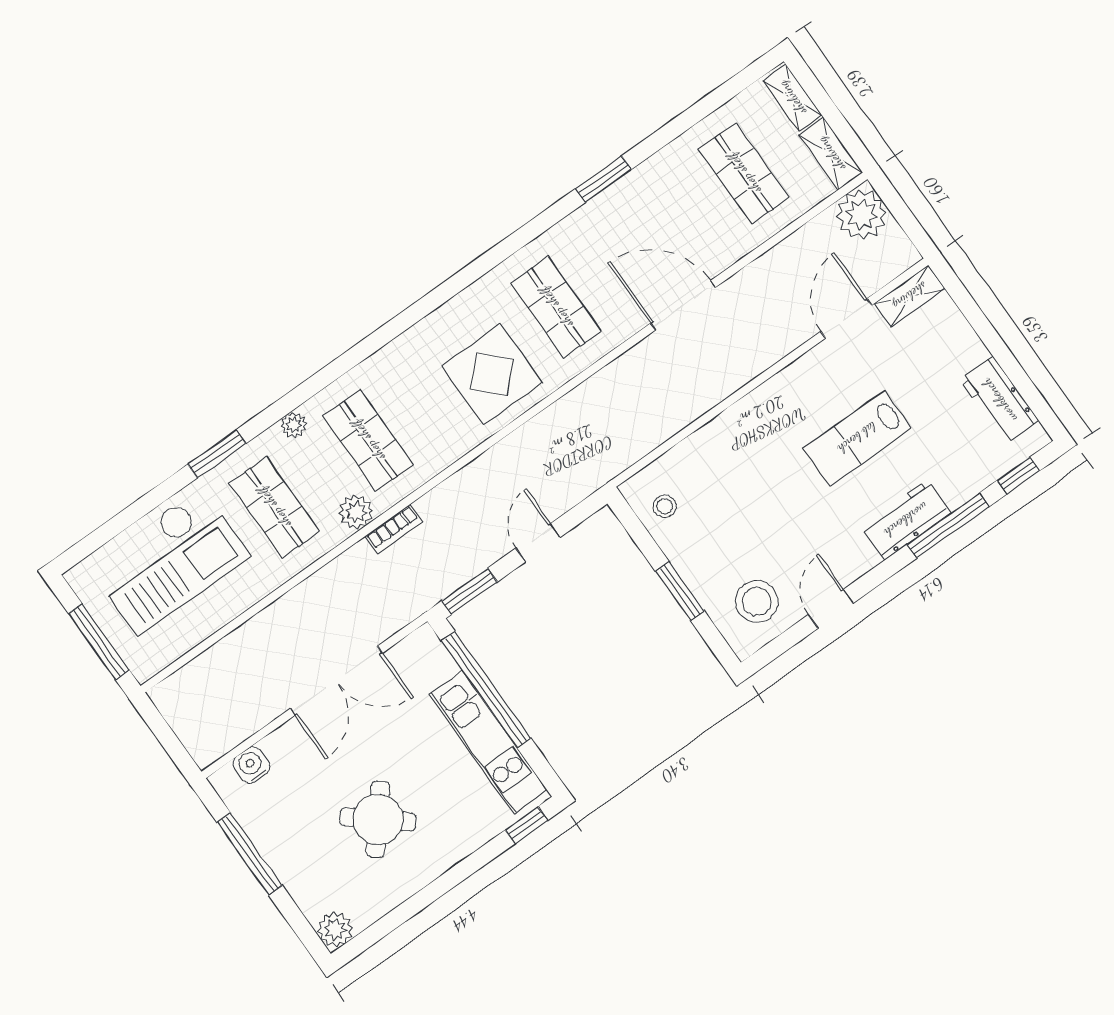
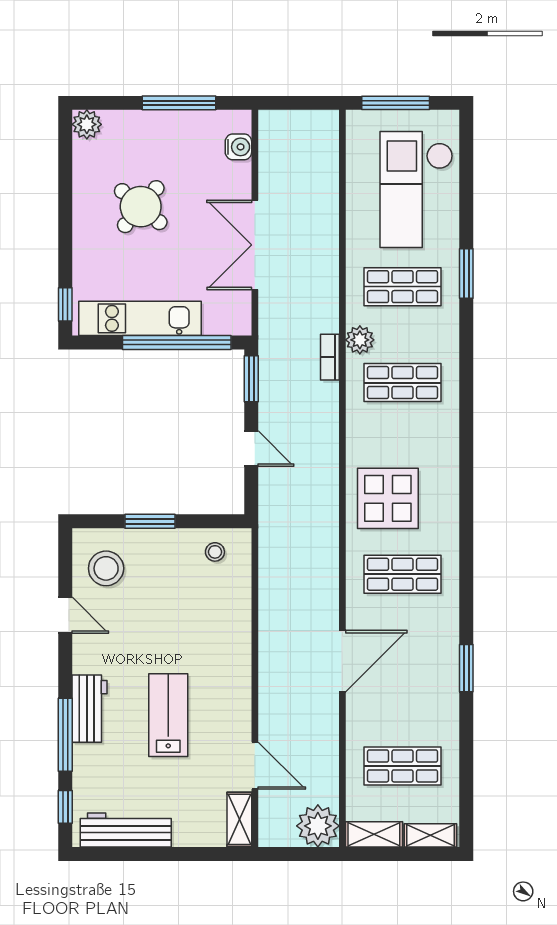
workbench: (999, 400) -> (126, 830), width x1.37
plant: (294, 425) -> (449, 340), removed

